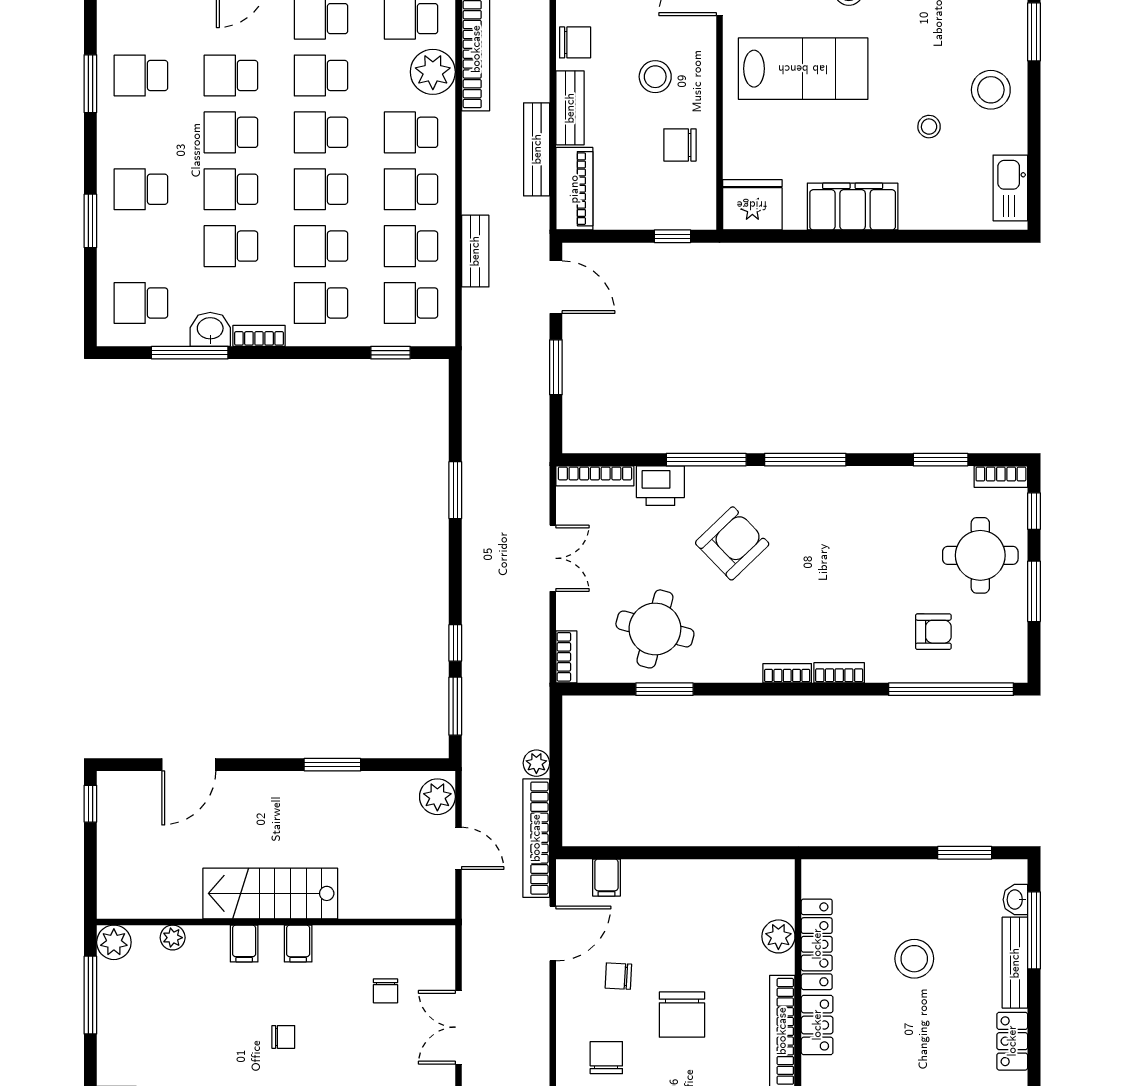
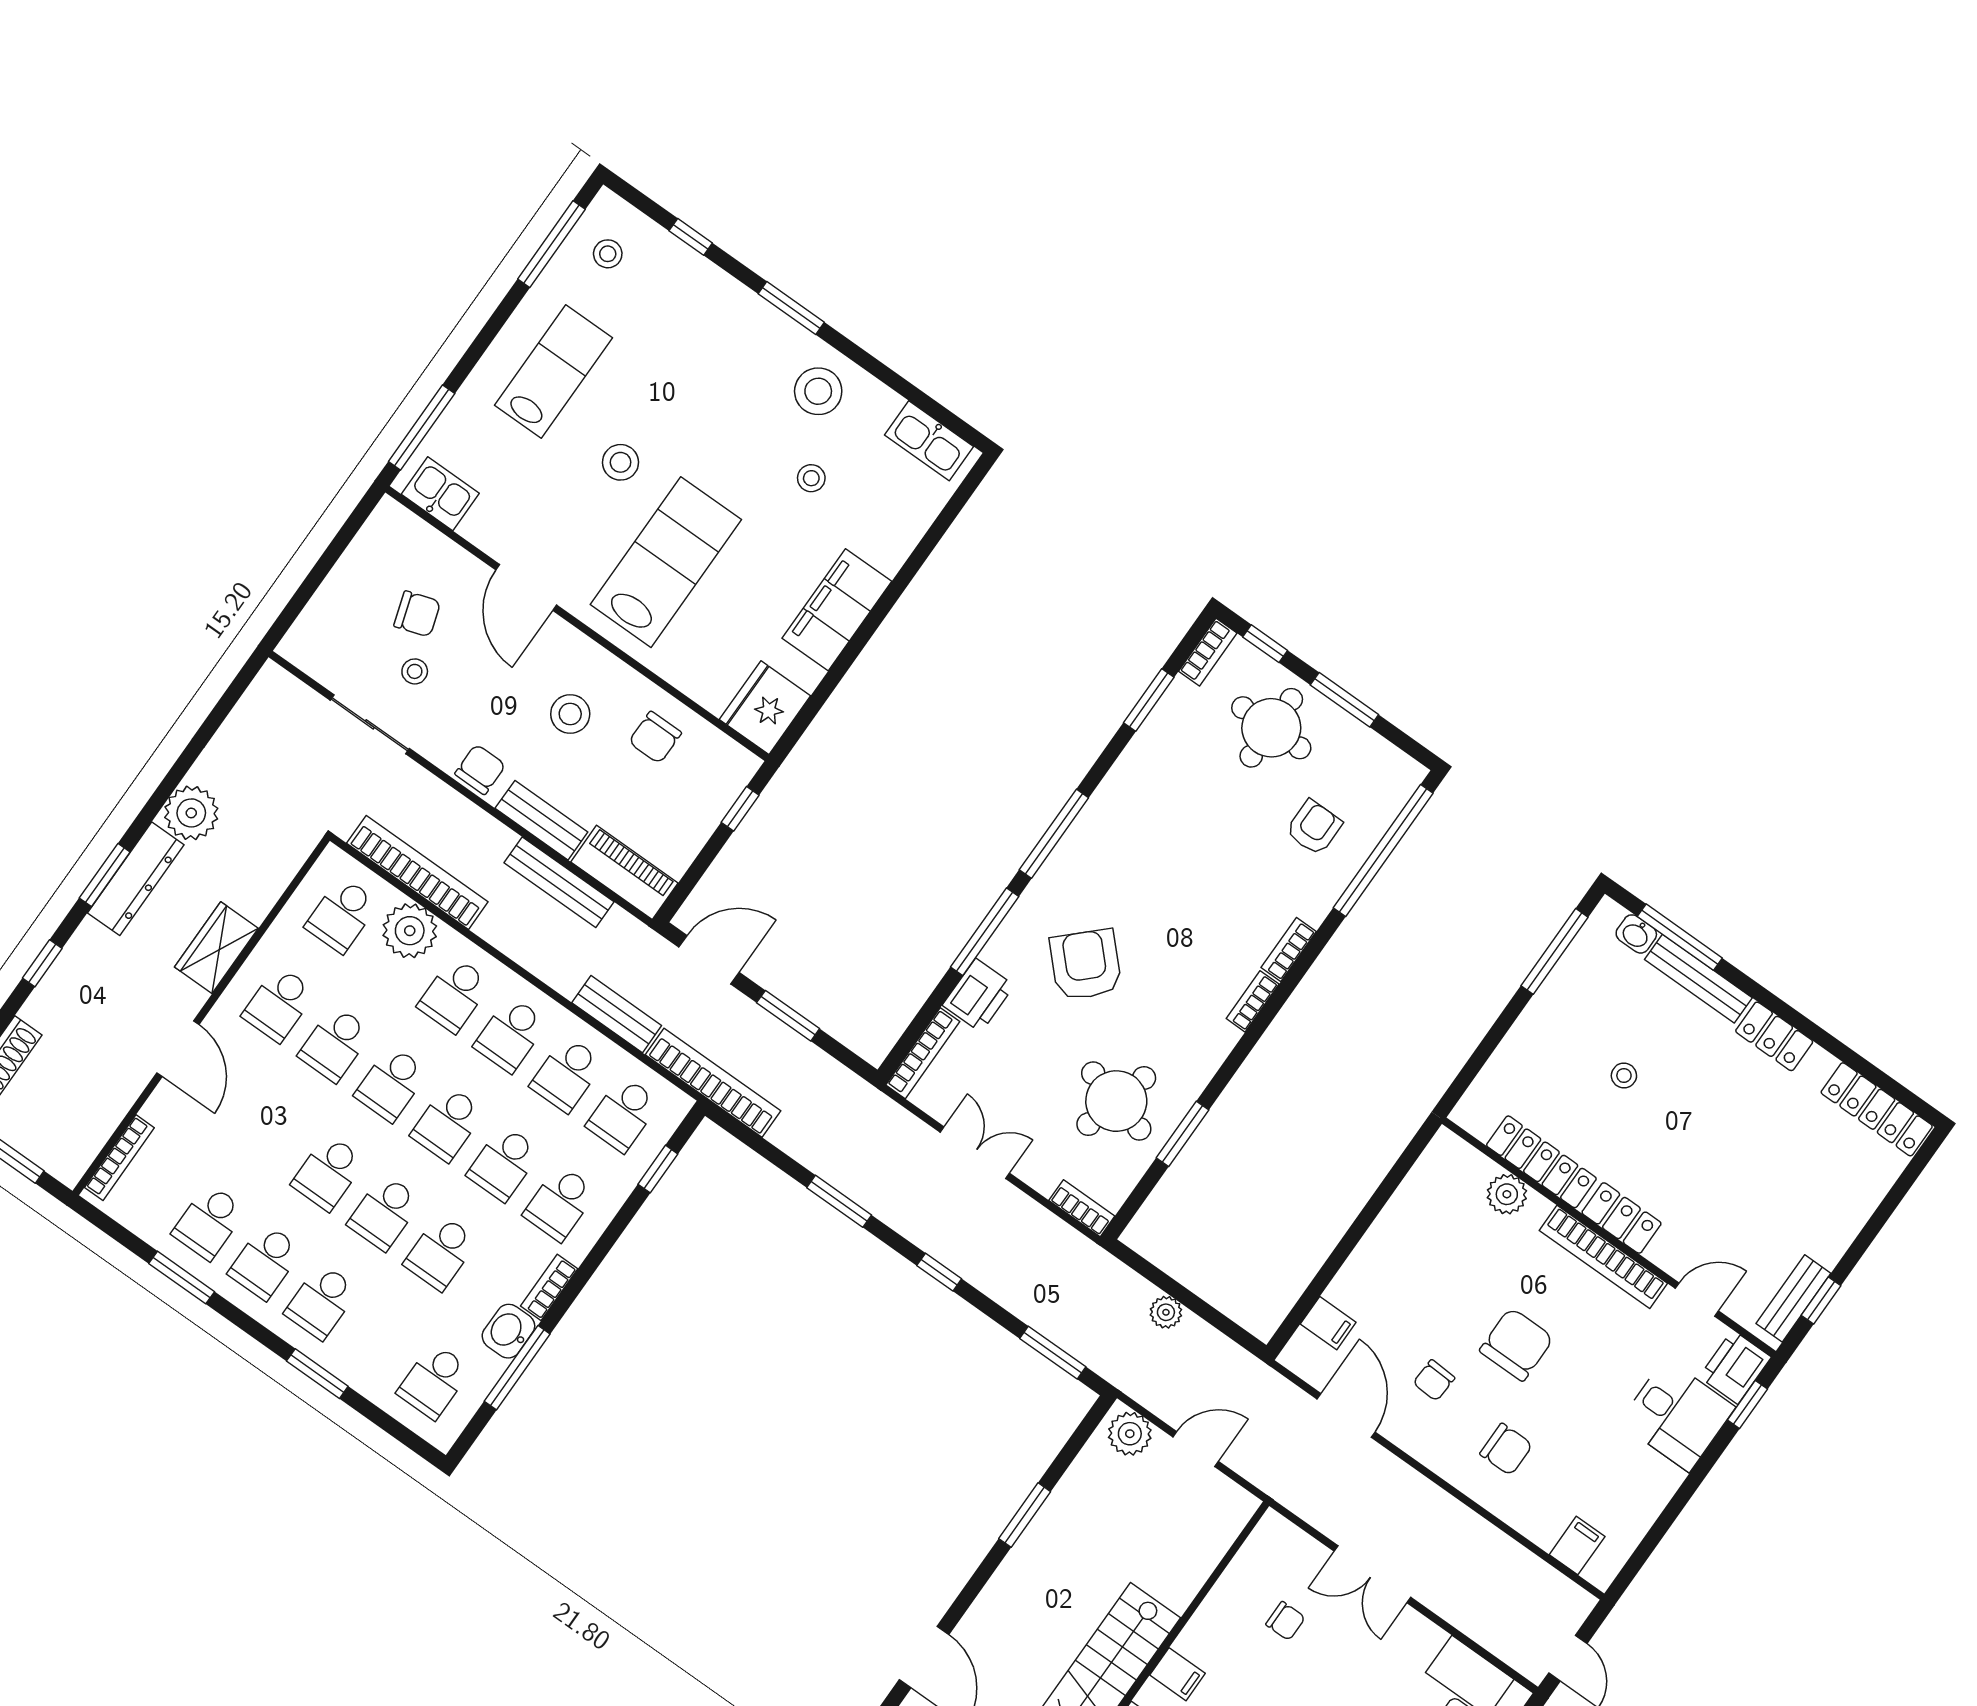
school desk: (231, 75) -> (265, 1262), moved
window: (455, 643) -> (939, 1272), moved
bookcase: (536, 838) -> (713, 1083), moved, turned 180
window: (965, 853) -> (1554, 951), width x1.44
stool: (914, 959) -> (1624, 1076), width x0.53, depth x0.53
chair: (682, 1015) -> (1517, 1344), turned -90
chair: (606, 1058) -> (1506, 1449), turned 180

